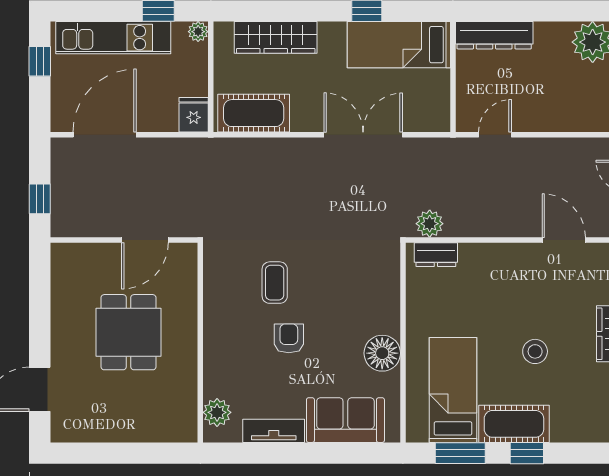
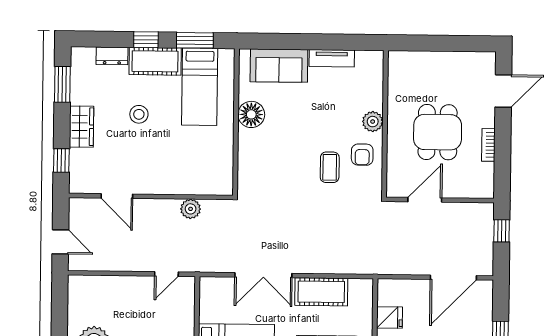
cot: (254, 113) -> (321, 292), moved
fridge: (194, 115) -> (389, 317), moved, turned -90
plant: (430, 224) -> (191, 209), moved
dresser: (436, 255) -> (112, 56), moved, turned 180
bookcase: (59, 316) -> (488, 145), added
armchair: (289, 338) -> (362, 155), moved
plant: (217, 412) -> (373, 122), moved

